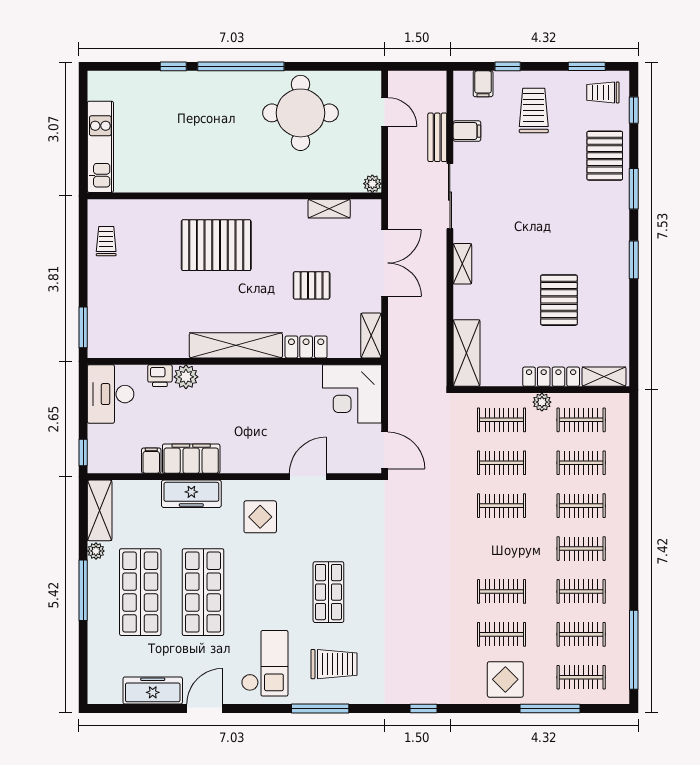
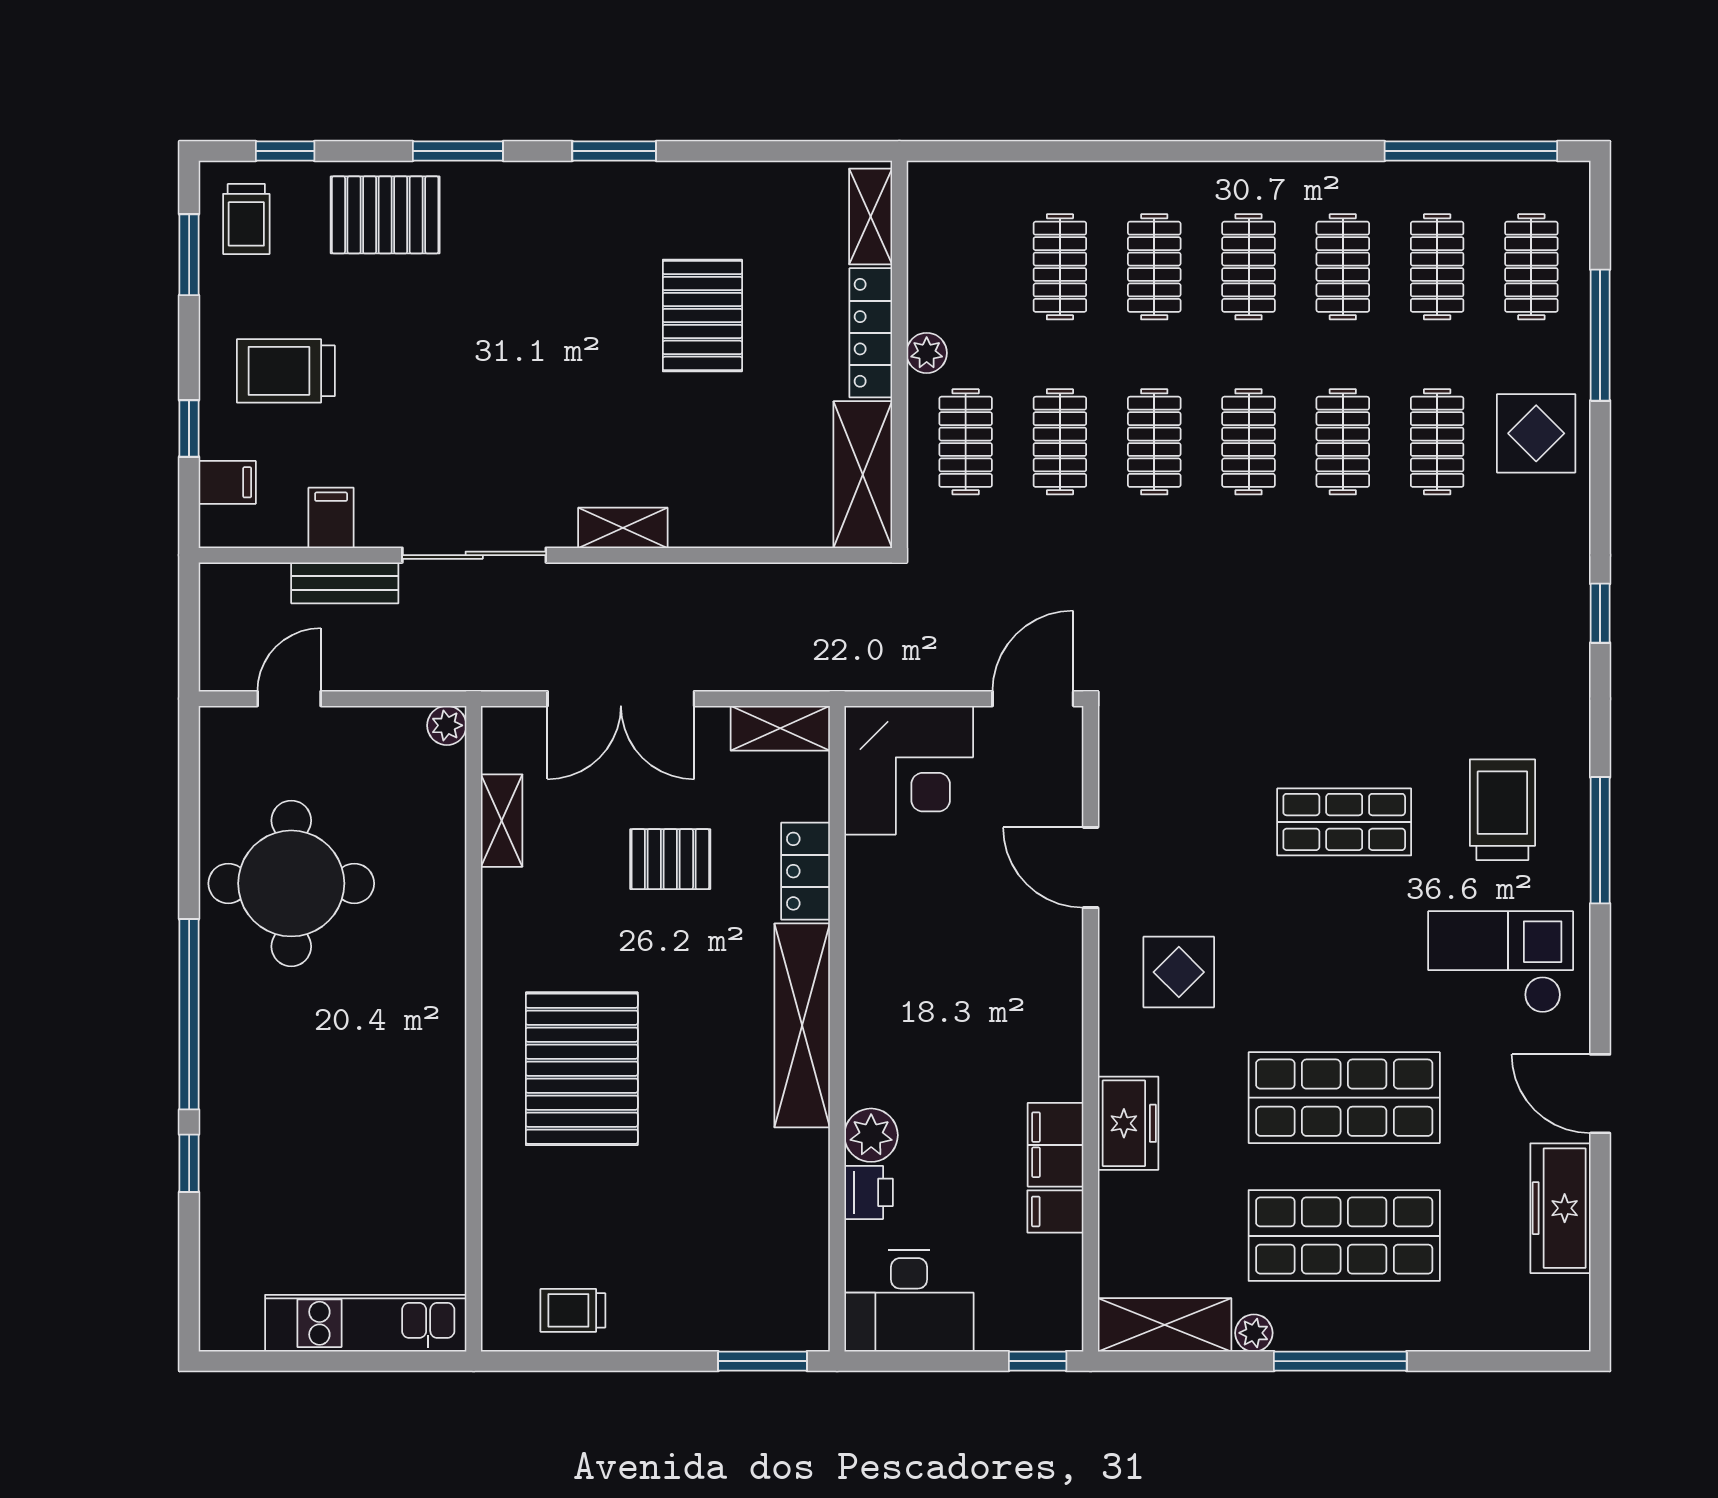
double door: (385, 263) -> (621, 699), swing flipped
pallet: (312, 285) -> (670, 859), turned 90
pallet: (559, 300) -> (702, 315), turned 90
shelving: (467, 353) -> (863, 475), moved, turned 90
clothes rail: (581, 420) -> (1249, 442), moved
filing cabinet: (191, 459) -> (1056, 1145), width x0.67, depth x0.86
freezer: (191, 494) -> (1128, 1123), width x0.71

